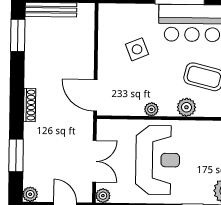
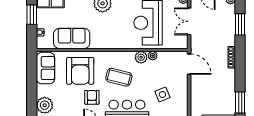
plant: (186, 107) -> (141, 57), moved

